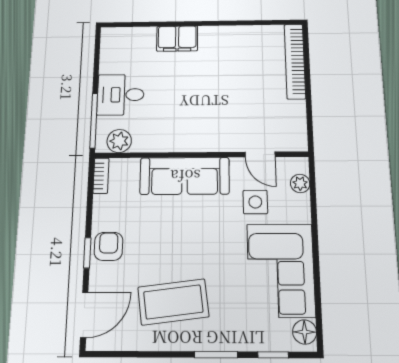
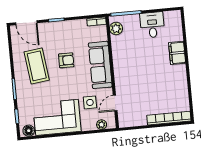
desk: (121, 95) -> (152, 25), moved
armchair: (109, 246) -> (66, 60), moved

